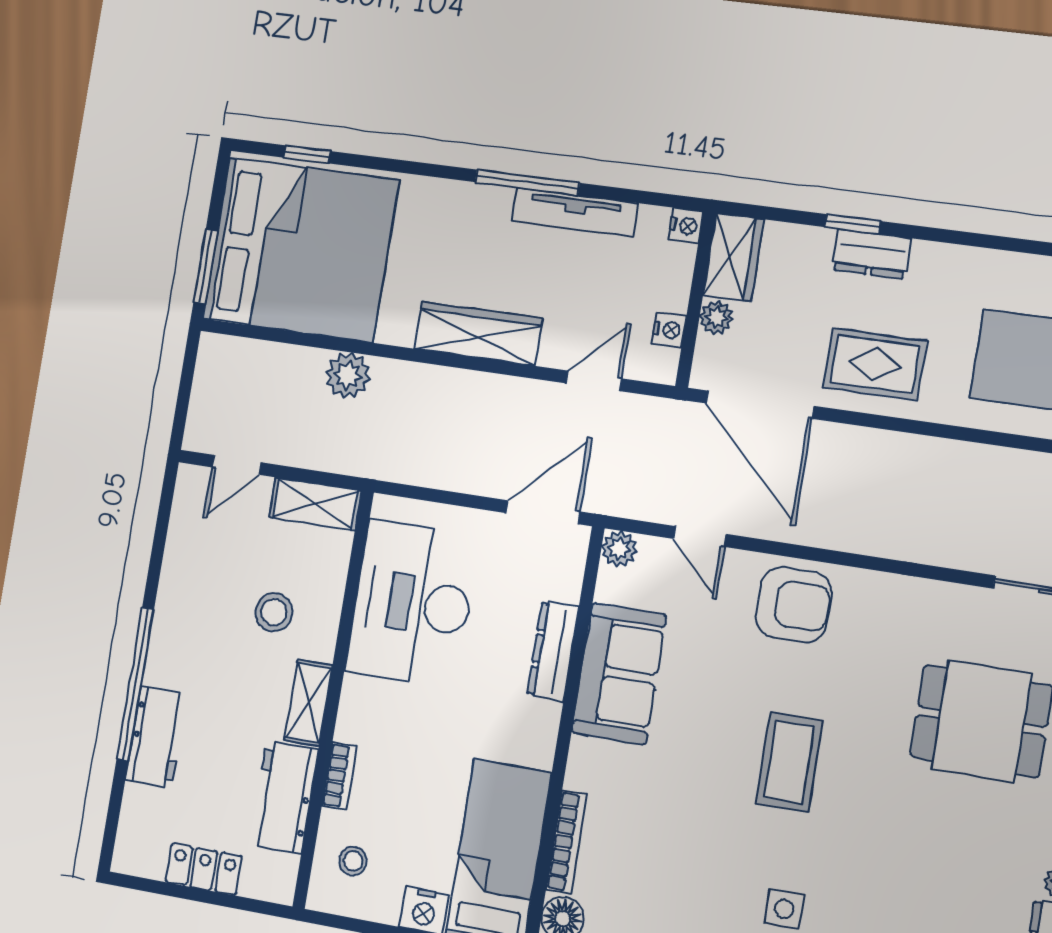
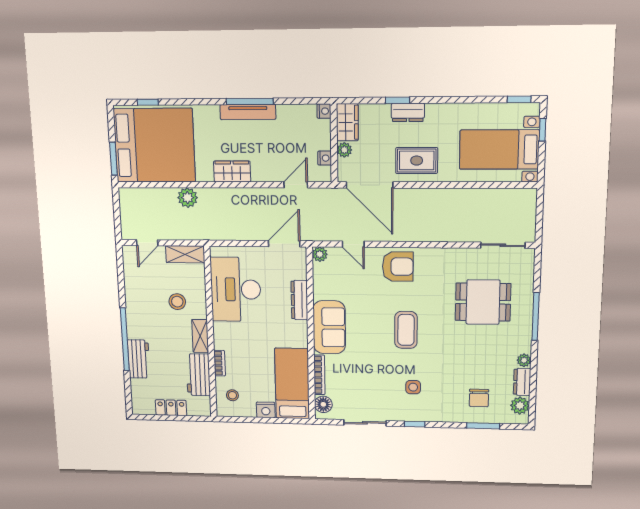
tv unit: (575, 212) -> (248, 112), moved
wardrobe: (478, 334) -> (232, 171), width x0.67
sofa: (619, 674) -> (329, 327), moved

